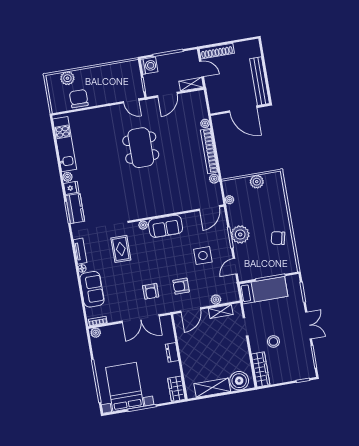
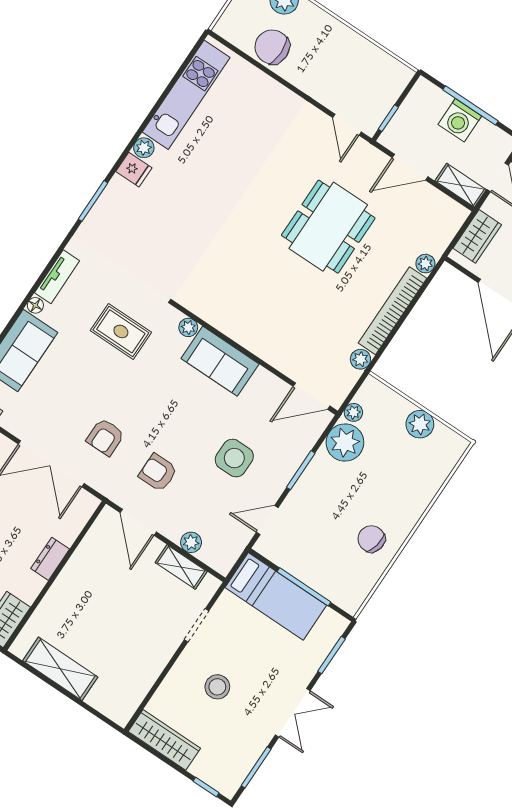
washing machine: (149, 66) -> (460, 120), moved, turned 90
wardrobe: (214, 97) -> (477, 236), added
chair: (79, 99) -> (272, 47), turned -90
dining table: (141, 148) -> (328, 227), moved
kitchen counter: (75, 208) -> (110, 206), removed
plant: (240, 234) -> (345, 443), moved
rug: (121, 249) -> (121, 331), turned 90
door: (191, 310) -> (138, 522), hinge flipped
wardrobe: (261, 369) -> (164, 740), moved, turned -90
boiler: (239, 381) -> (110, 697), removed

